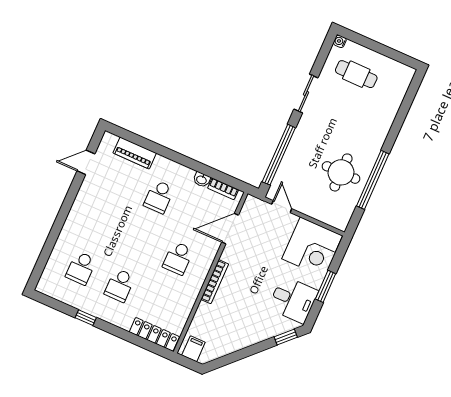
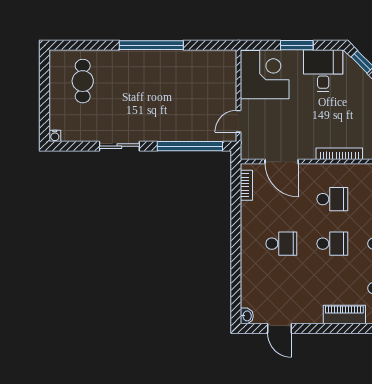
cafe table: (356, 74) -> (83, 81), moved
piano: (135, 153) -> (344, 315), moved, turned -90
round table: (341, 172) -> (180, 79), removed
washbasin: (202, 180) -> (247, 316), moved
window: (373, 180) -> (151, 45), moved
school desk: (139, 241) -> (332, 244), added

